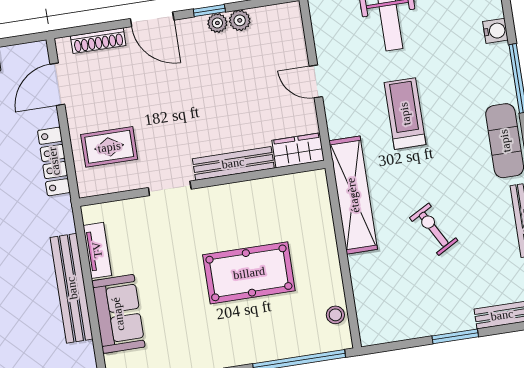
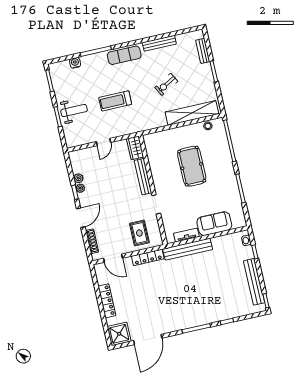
shelving: (353, 195) -> (192, 113), moved
bench: (72, 288) -> (188, 249), moved

